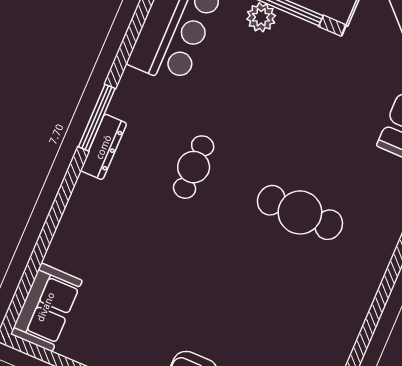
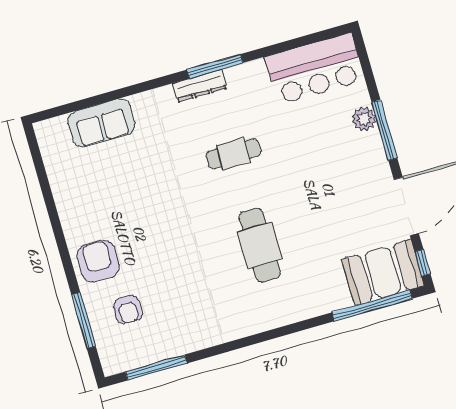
sofa: (46, 307) -> (101, 123), moved

